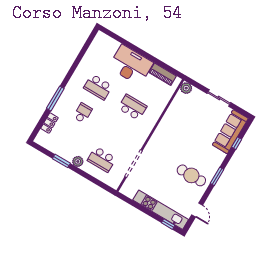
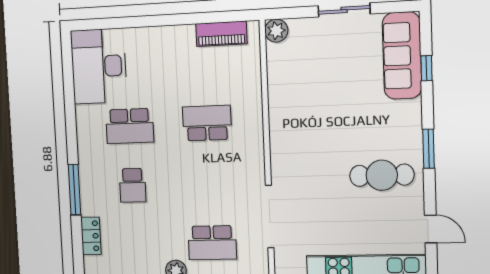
desk: (131, 65) -> (99, 66), moved, turned -90
school desk: (83, 113) -> (133, 185), turned 180

